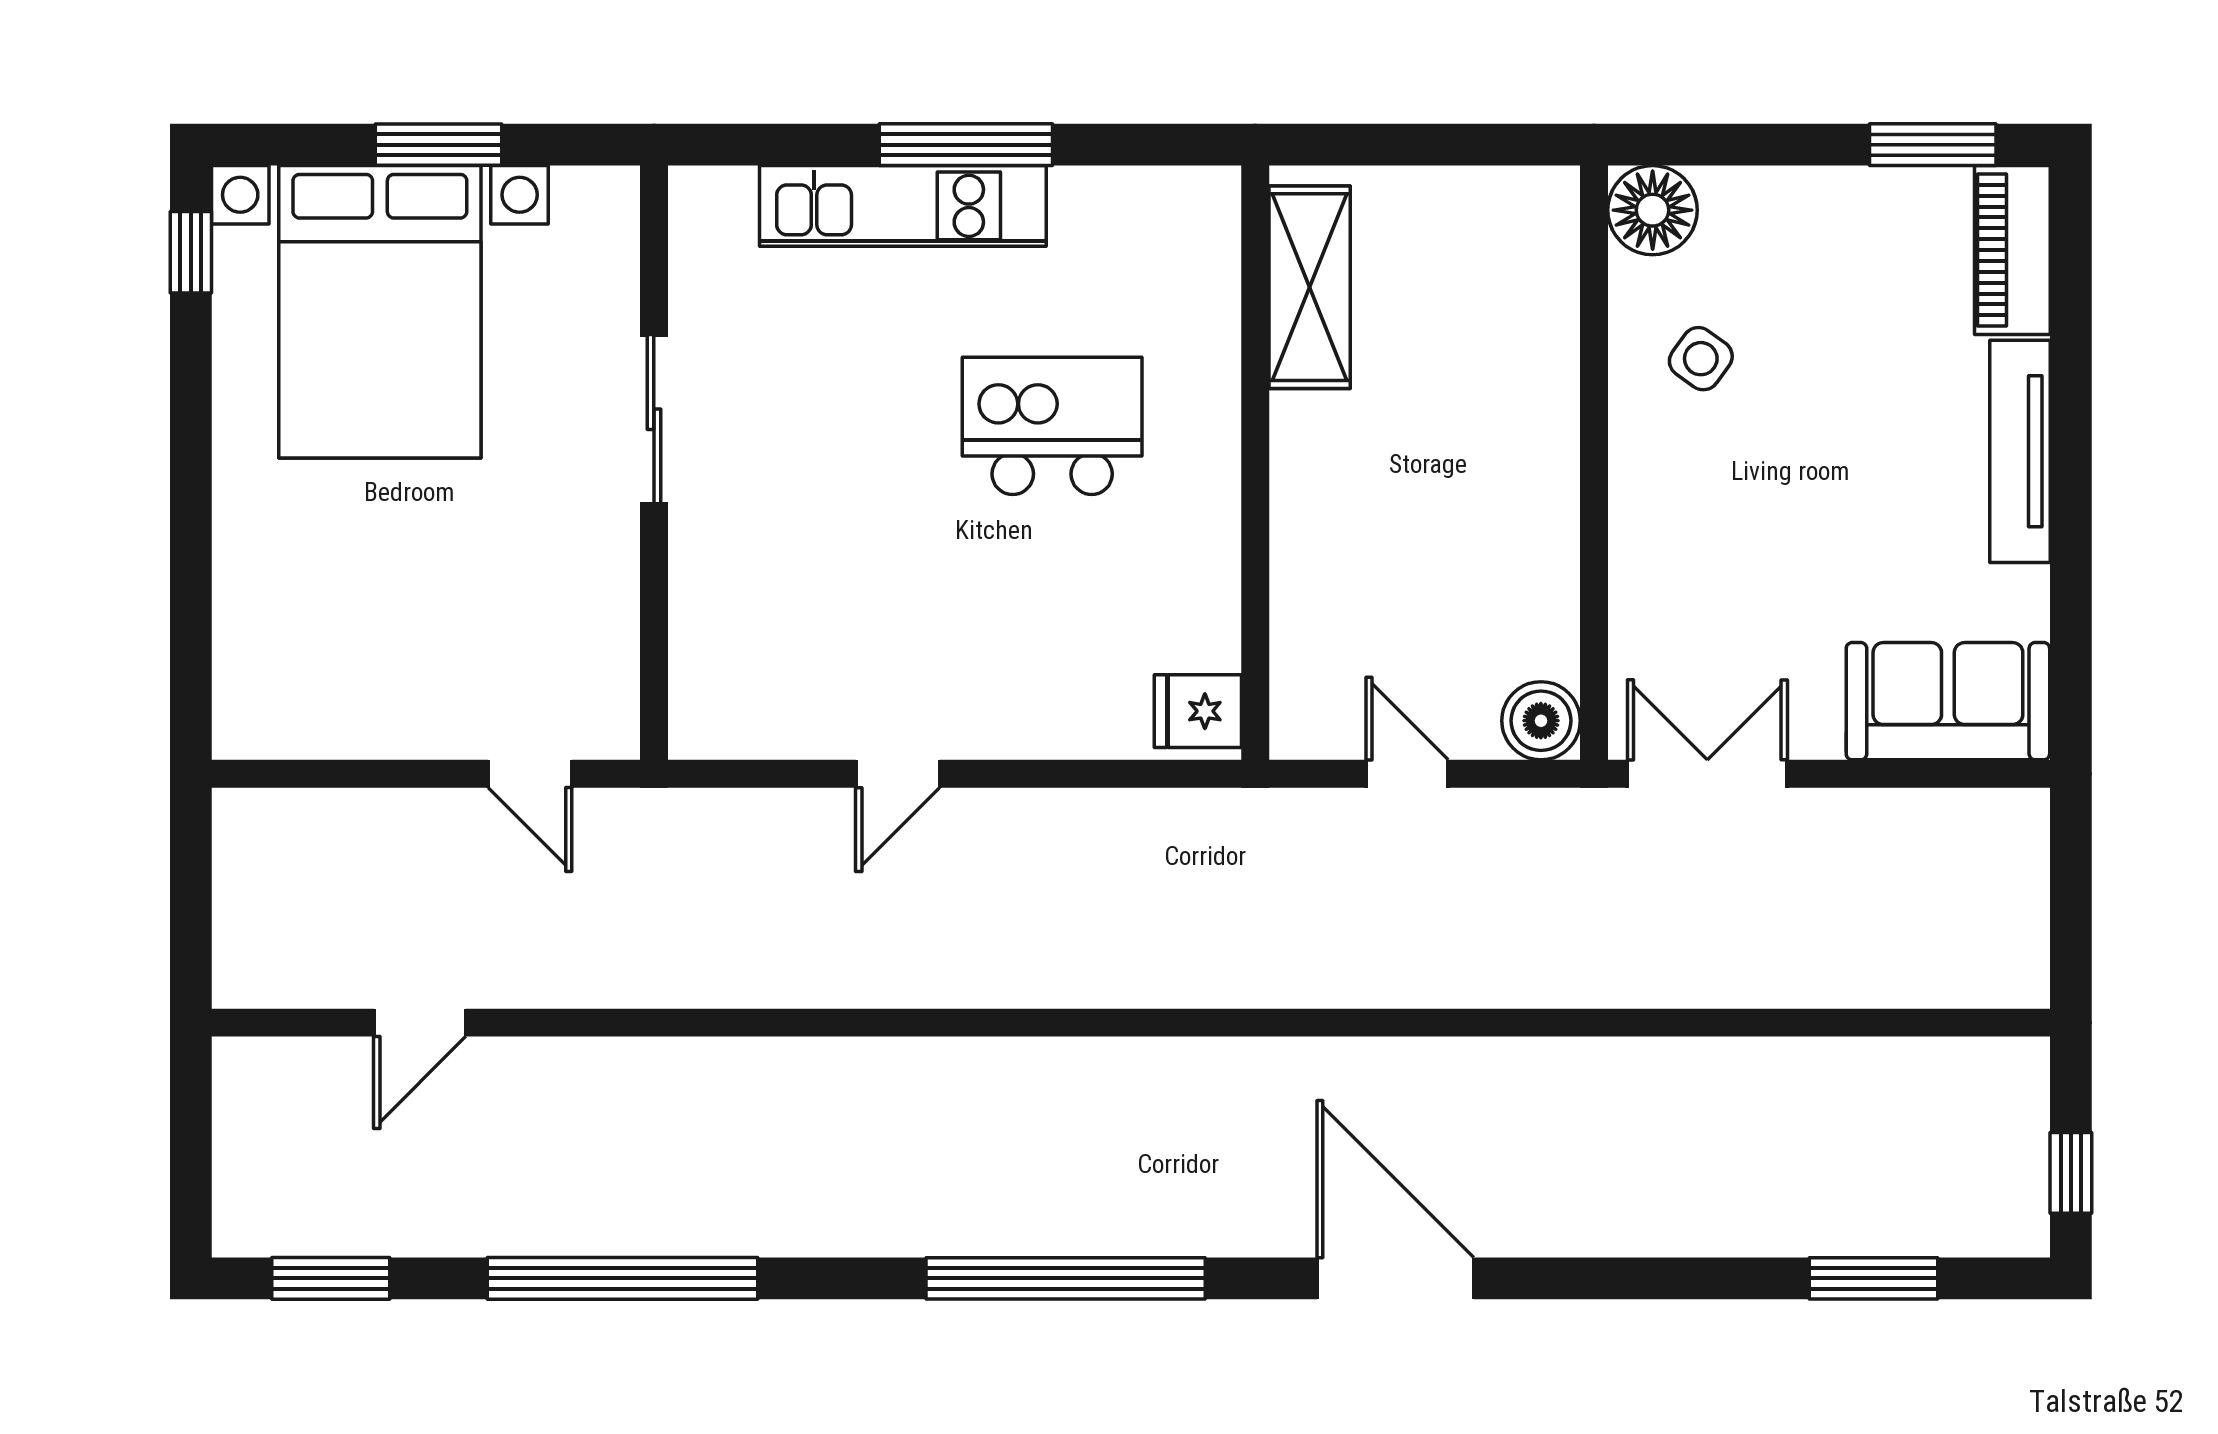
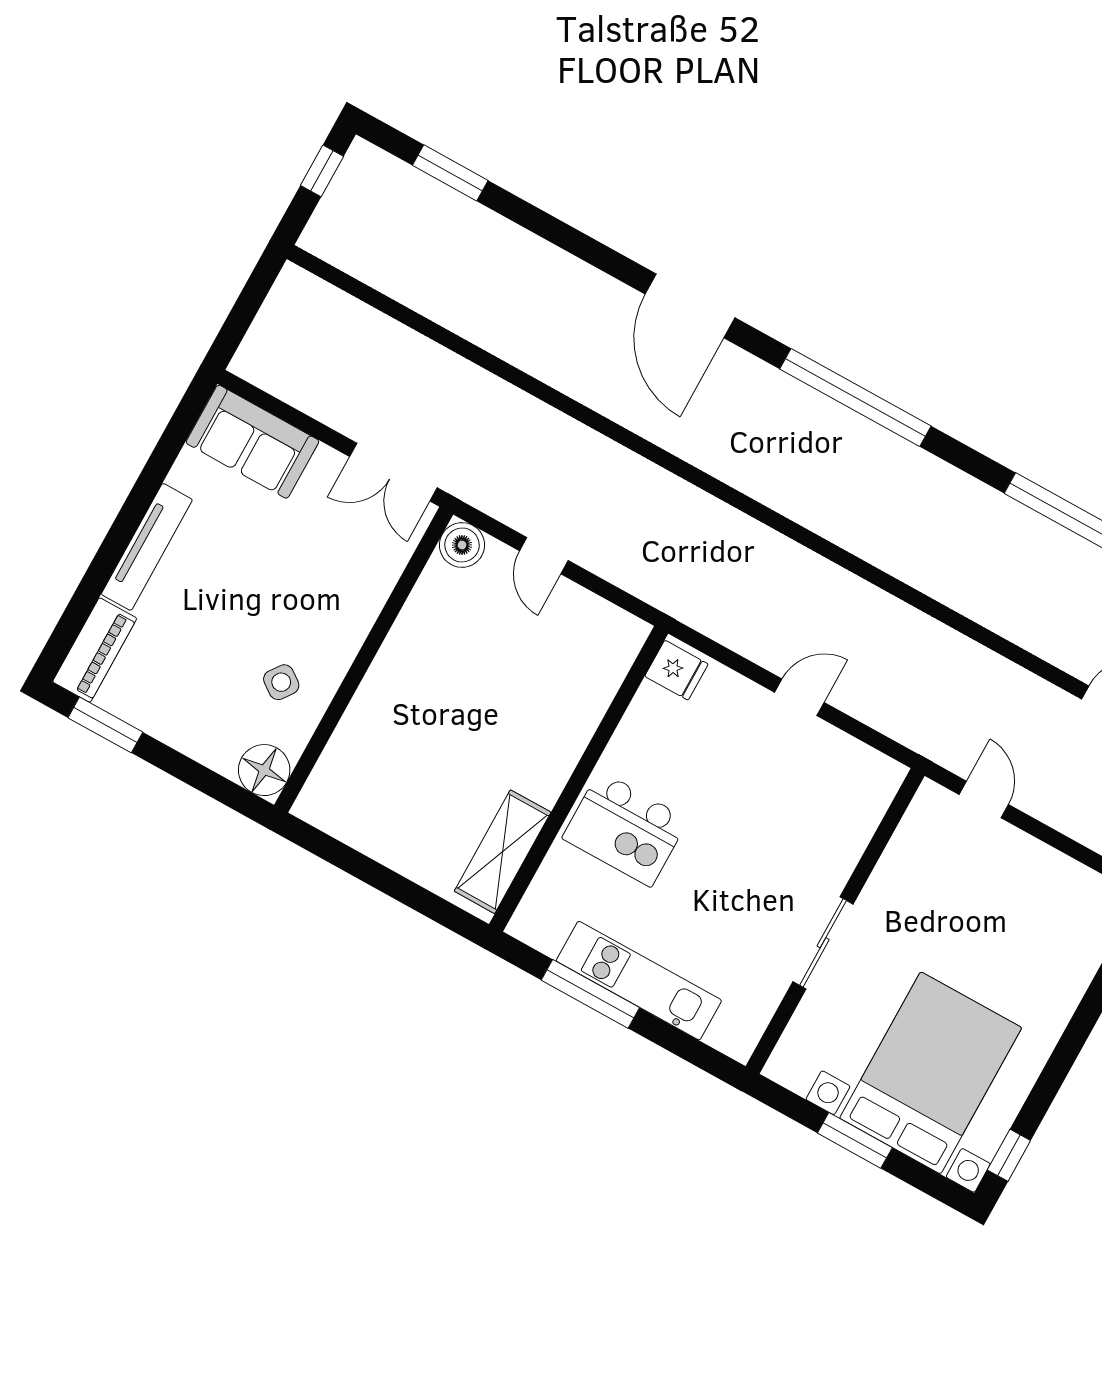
shelving: (1310, 287) -> (503, 852), moved
wall: (1255, 463) -> (579, 779), moved
fridge: (1198, 711) -> (676, 670), moved

